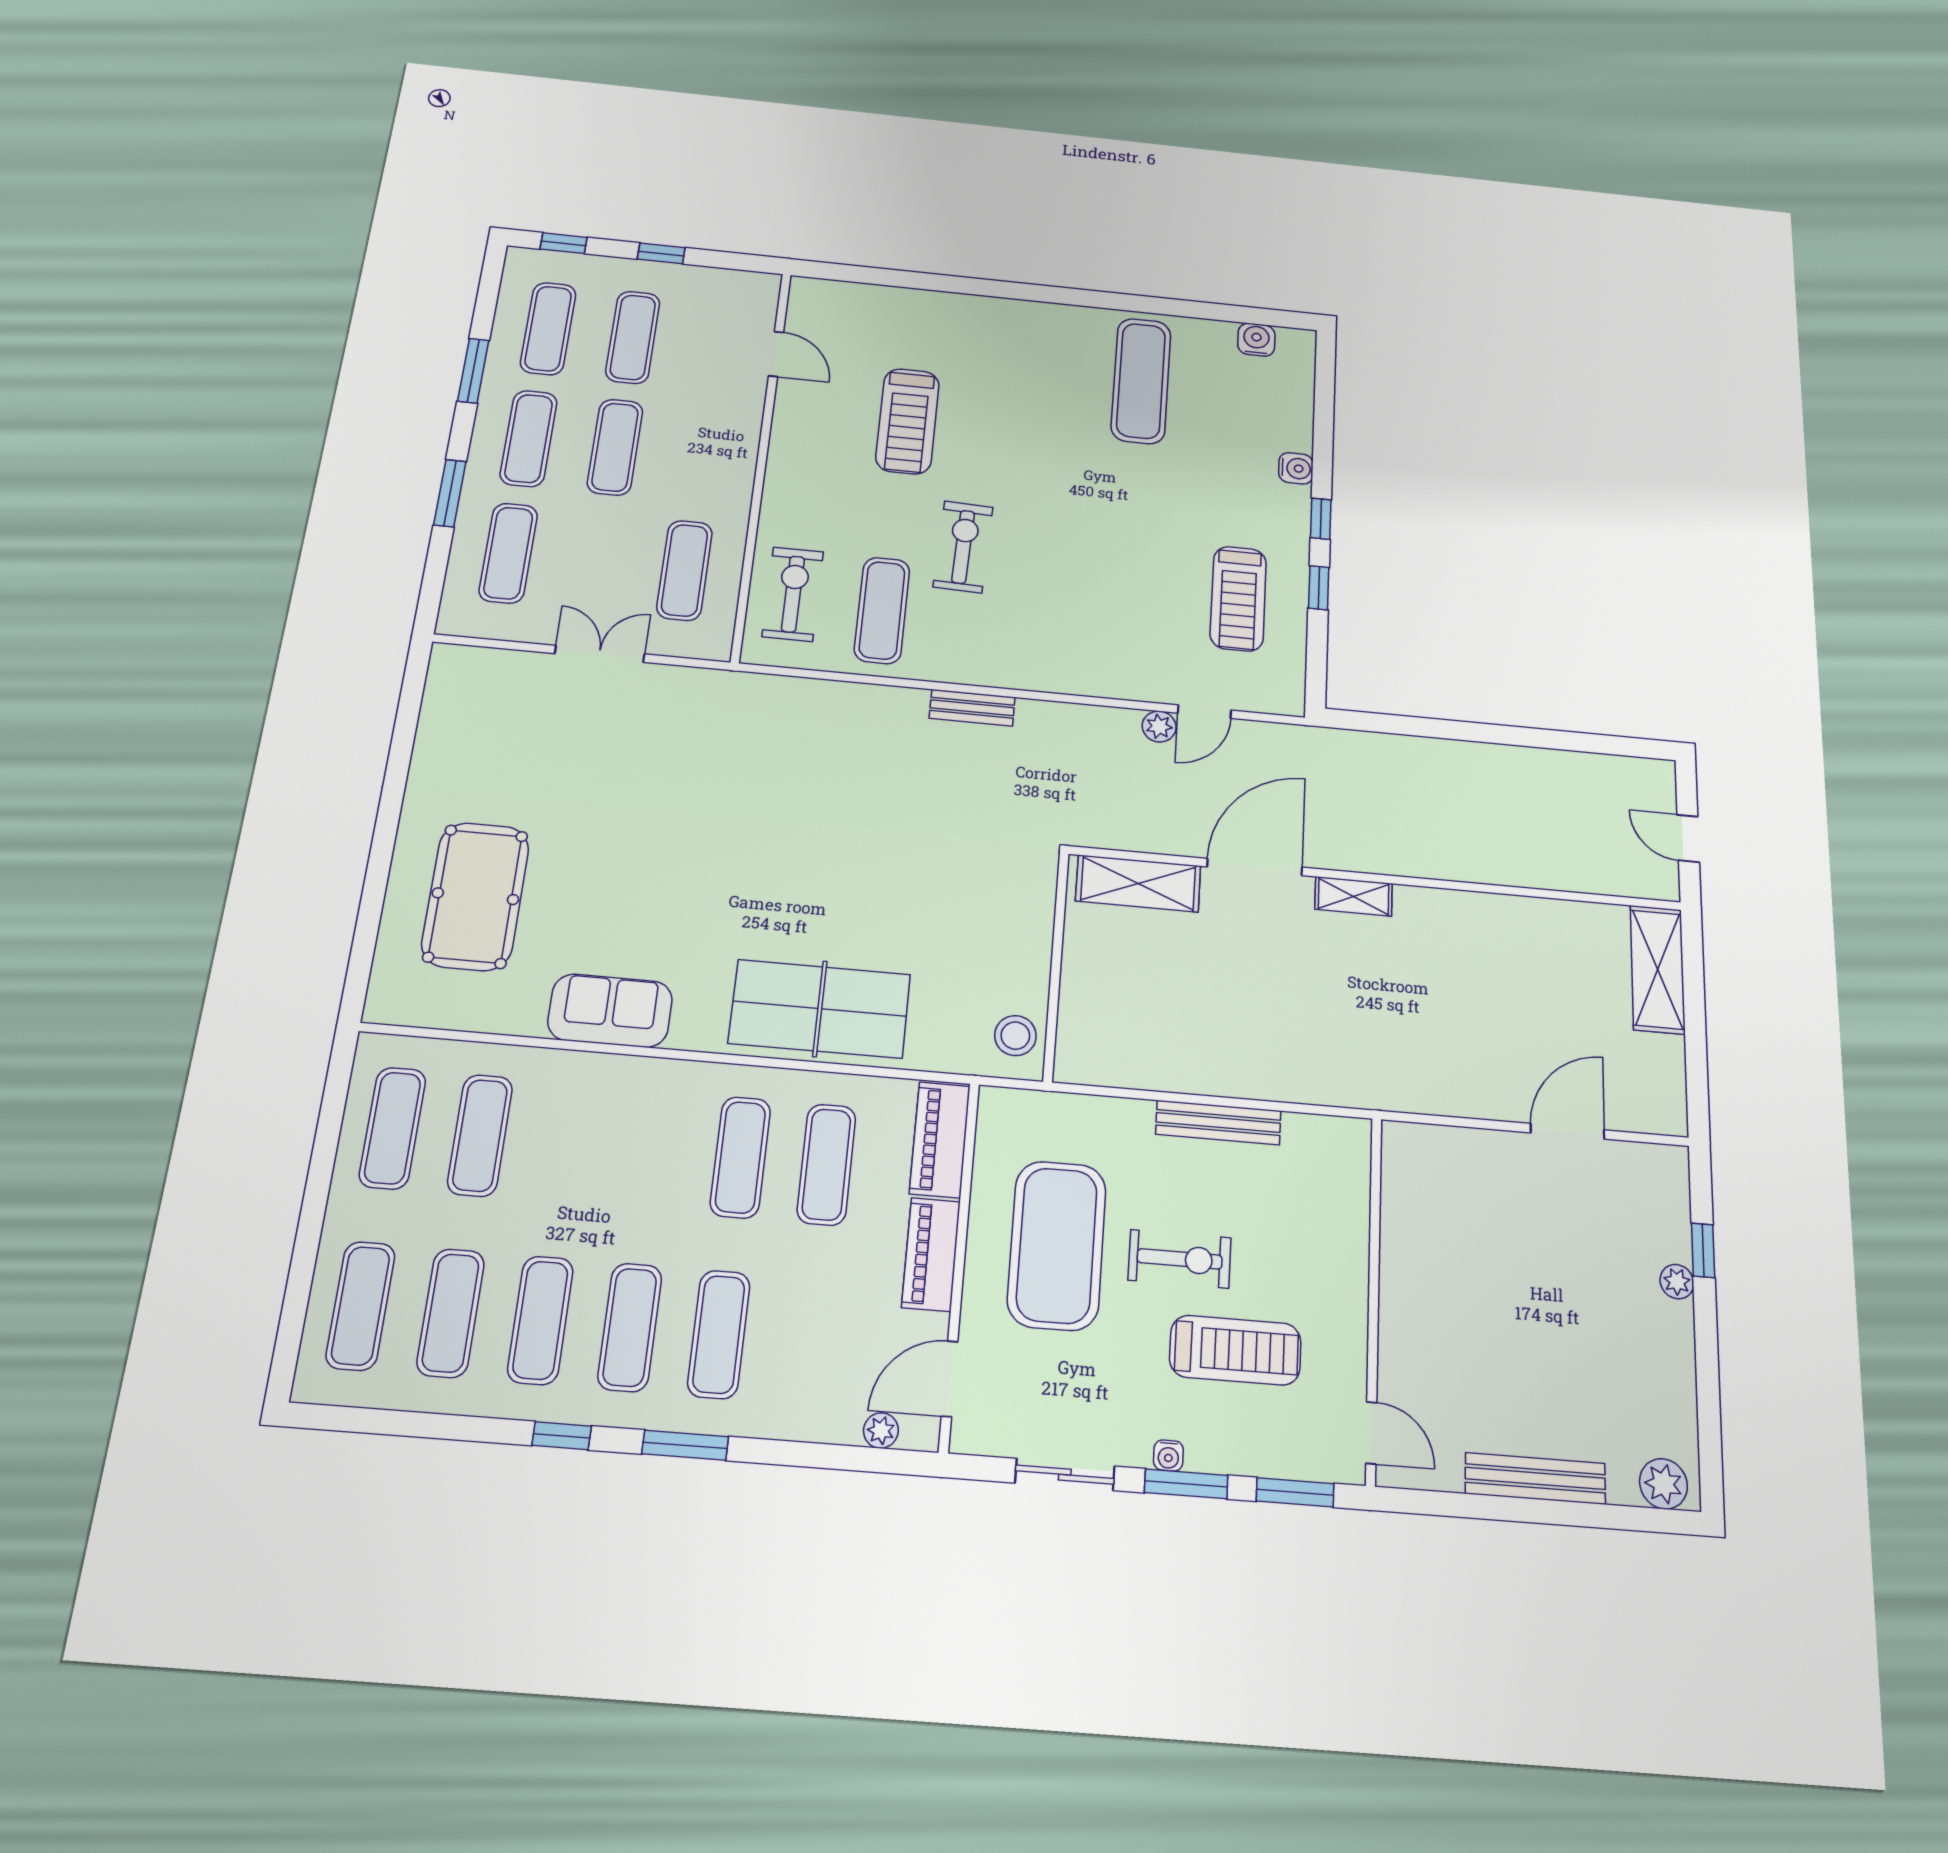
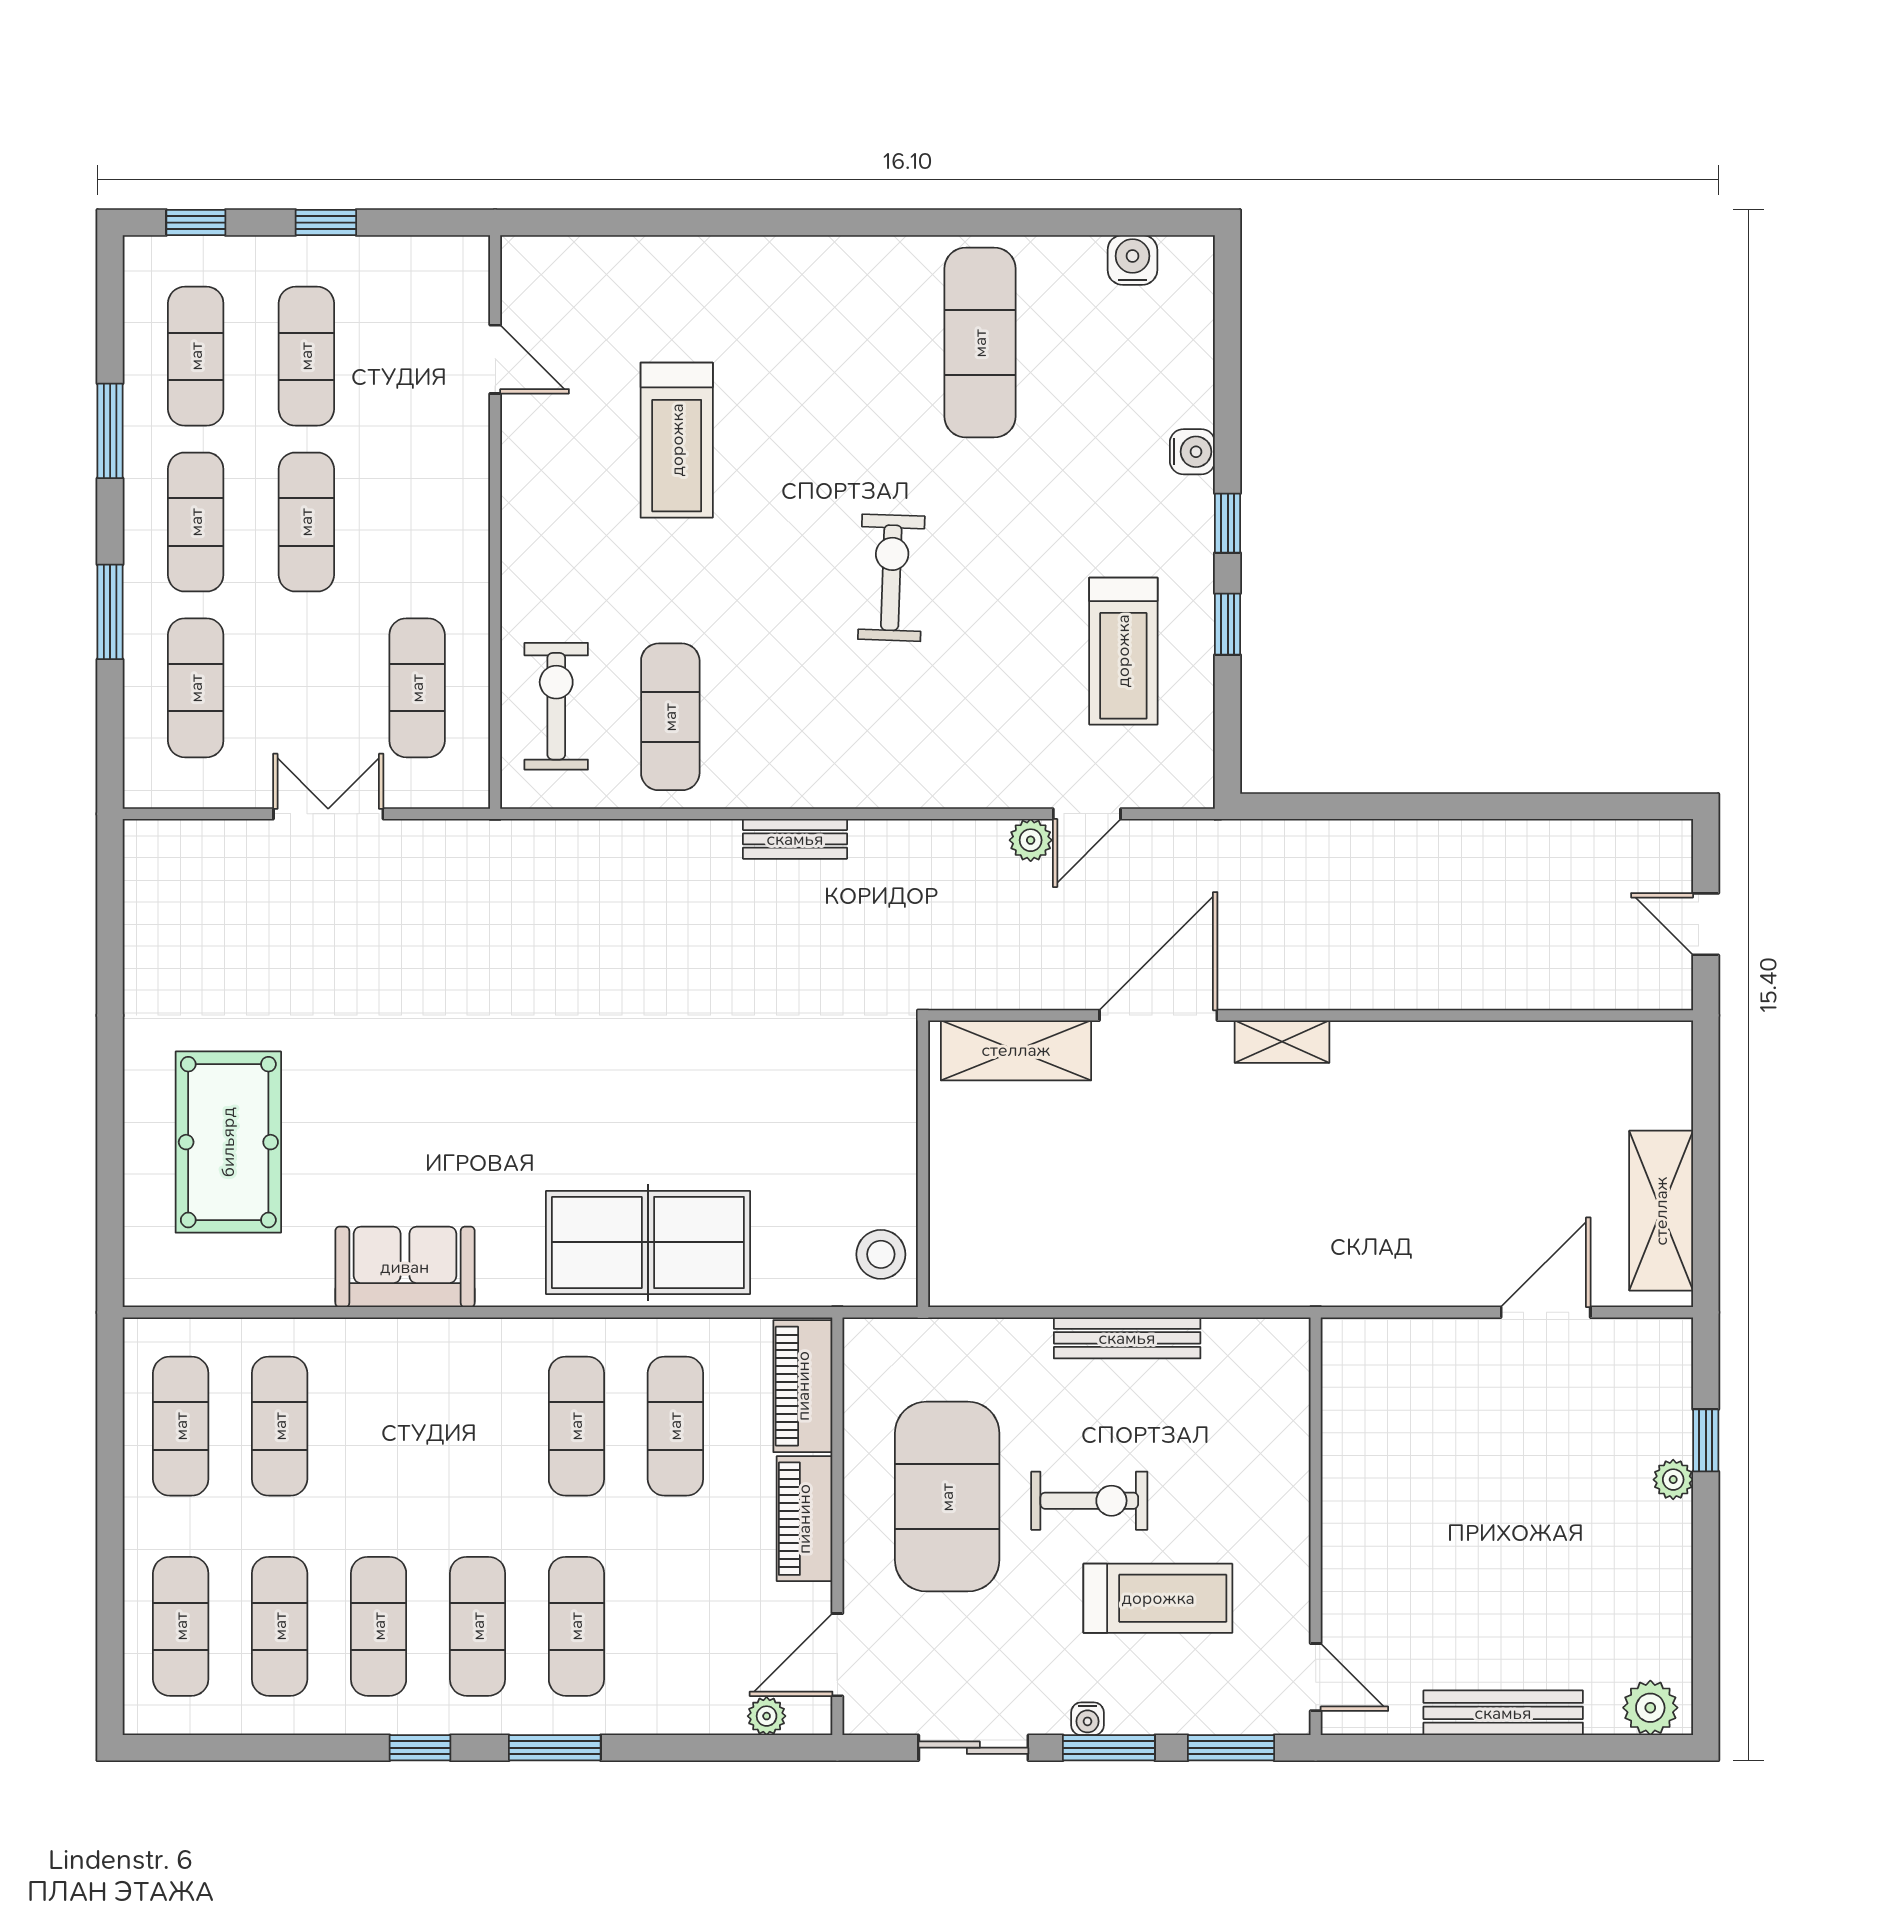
exercise bike: (963, 547) -> (891, 578), moved
shelving: (1658, 969) -> (1661, 1211), moved

